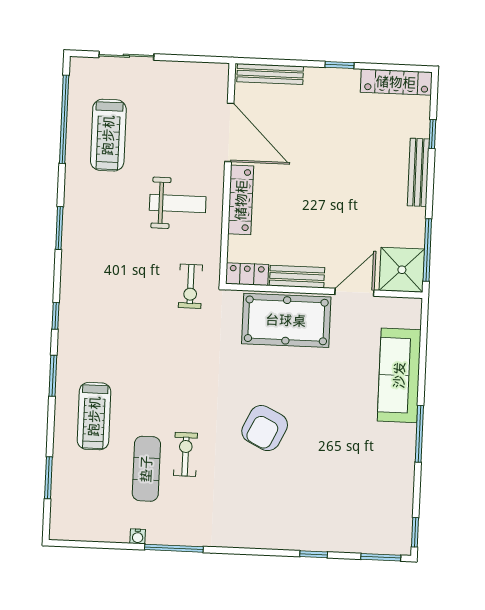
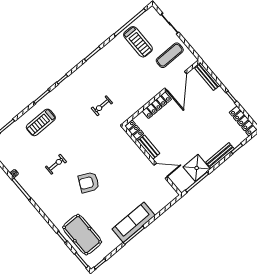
treadmill: (108, 135) -> (138, 42), turned -90
weight bench: (178, 204) -> (136, 86), removed
shower: (402, 270) -> (197, 168), moved
exercise bike: (190, 286) -> (102, 106), moved
pool table: (286, 320) -> (82, 235), moved
sofa: (399, 375) -> (134, 222), moved
exercise mat: (146, 469) -> (170, 55), moved

